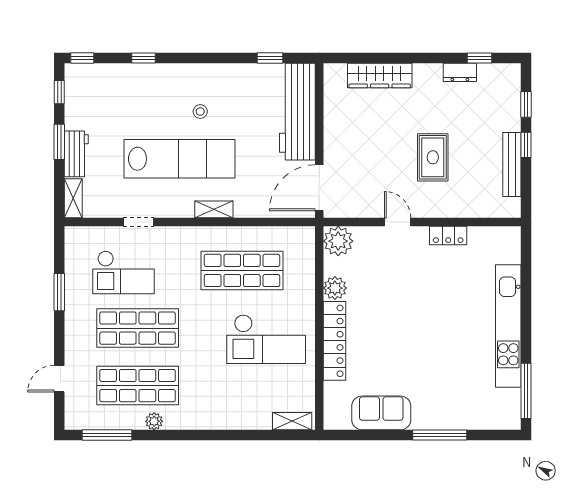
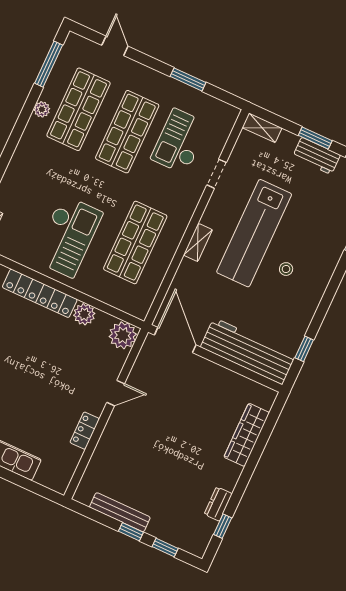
workbench: (76, 154) -> (316, 156), moved
rug: (433, 157) -> (157, 448), removed
checkout: (266, 339) -> (68, 236), turned 180

